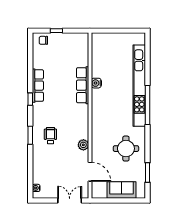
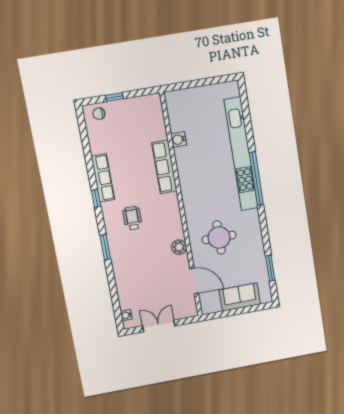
water cooler: (96, 83) -> (179, 139), moved
wheelchair: (50, 136) -> (132, 218), moved
round table: (126, 149) -> (219, 237), moved
double door: (70, 200) -> (159, 326), moved

